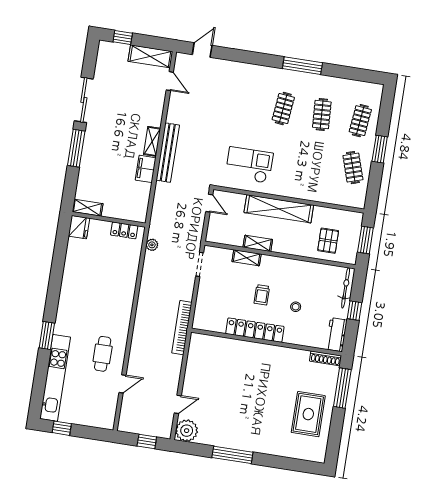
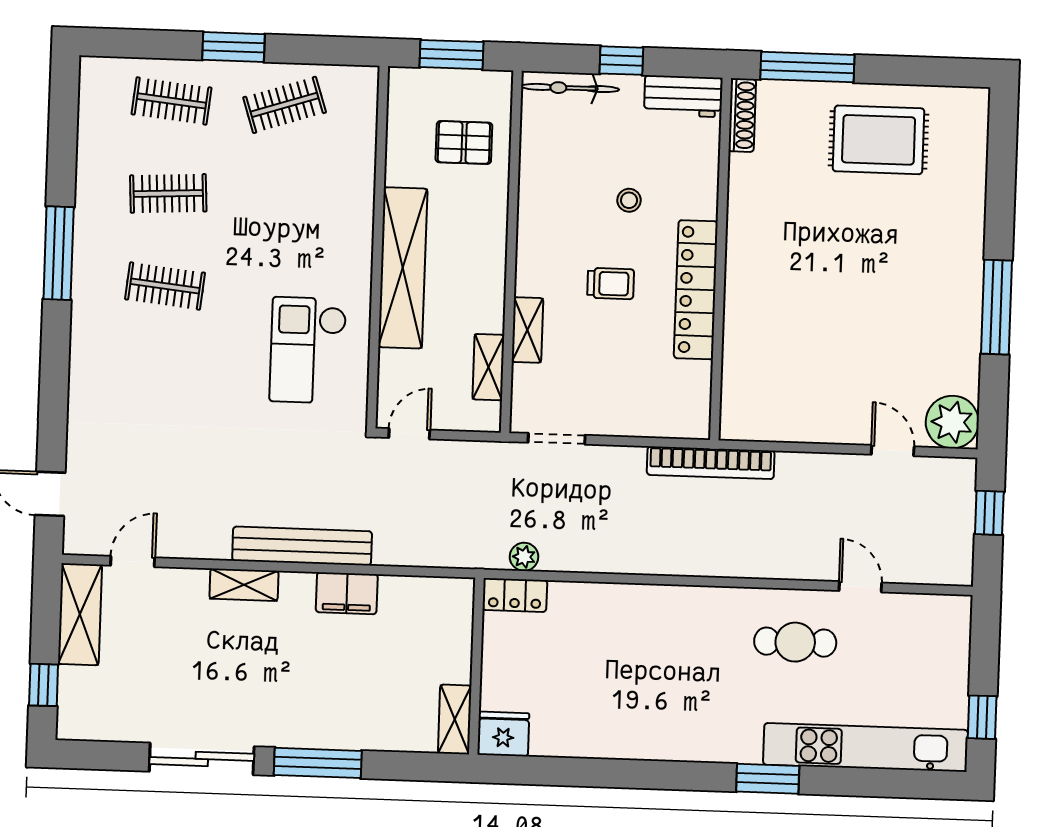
shelving: (152, 141) -> (244, 585), moved
locker: (124, 230) -> (515, 595), moved, turned 90
shelving: (258, 243) -> (488, 367), moved

